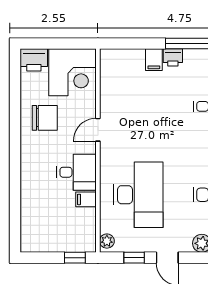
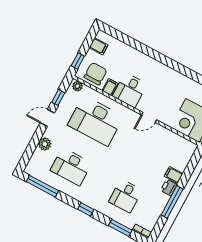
chair: (45, 118) -> (96, 74), moved, turned 180
door: (98, 130) -> (149, 117), swing flipped
filing cabinet: (42, 241) -> (99, 46), added

